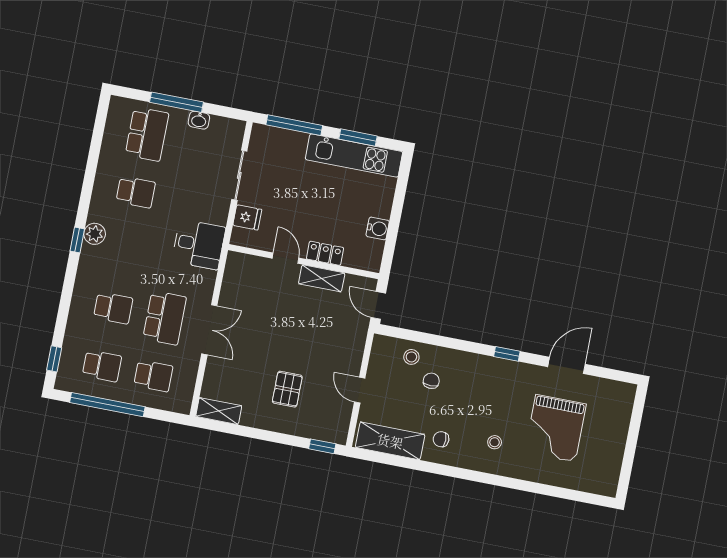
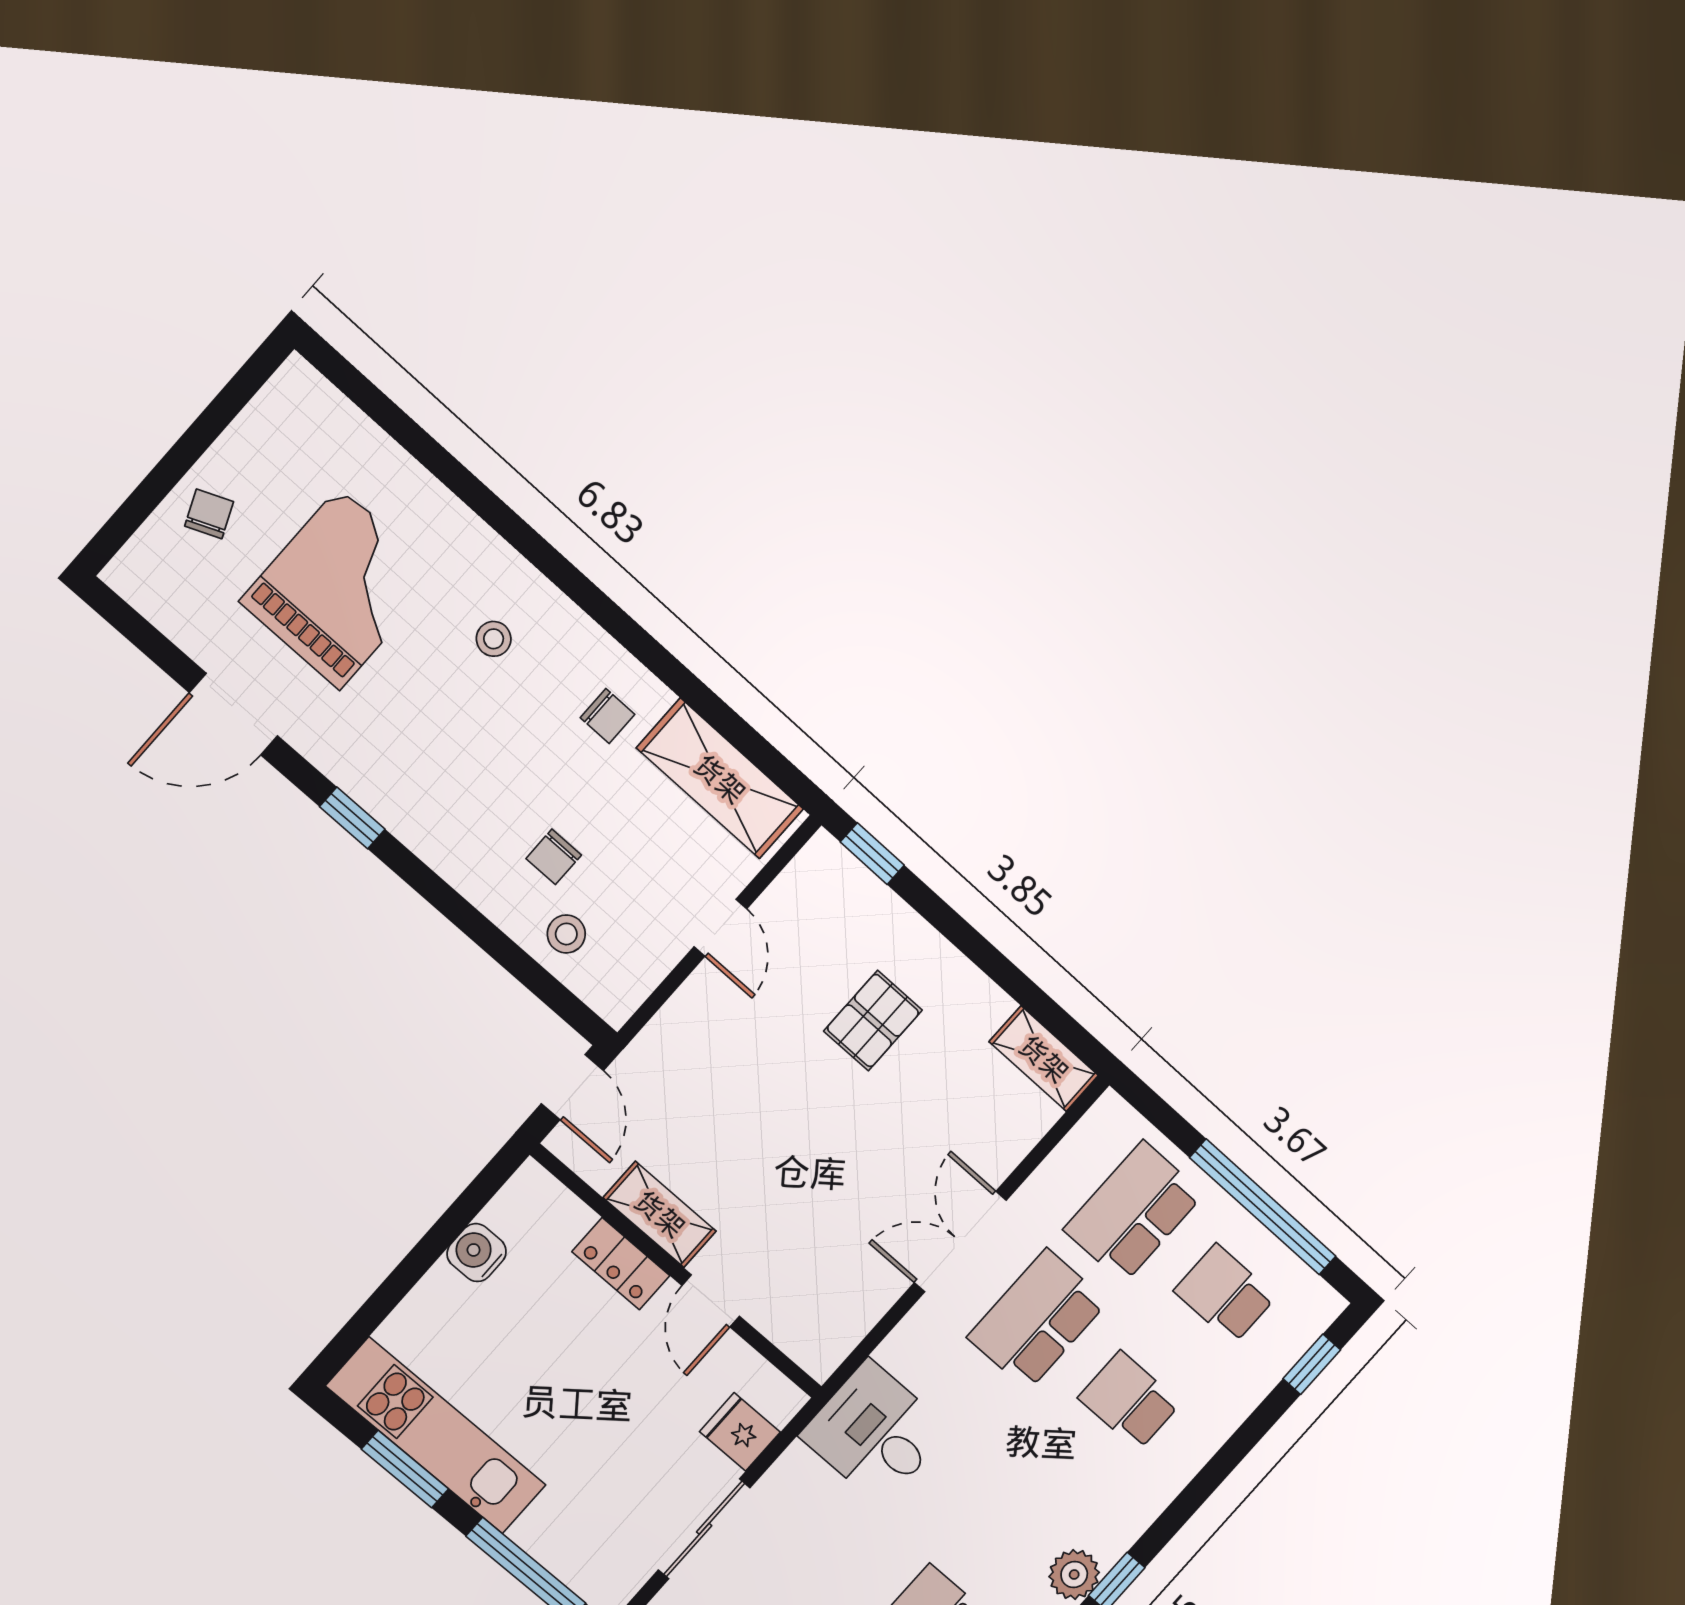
school desk: (153, 376) -> (1133, 1212), width x1.85
chair: (612, 427) -> (209, 514), added

